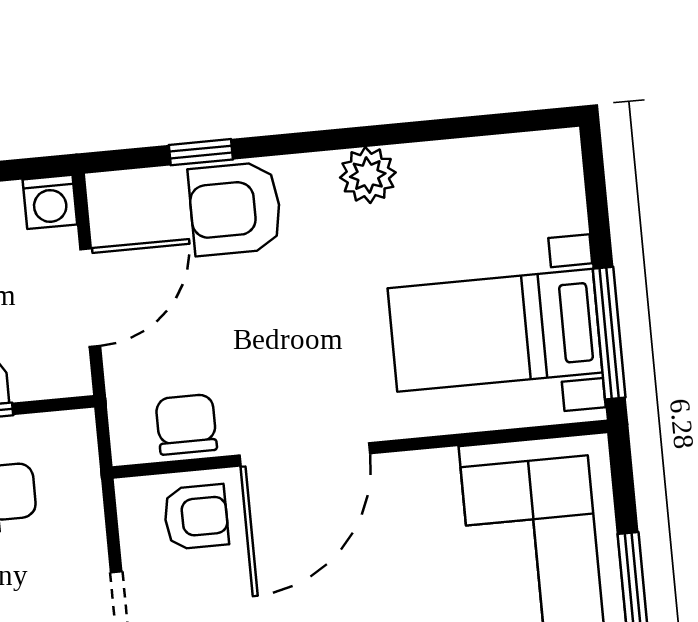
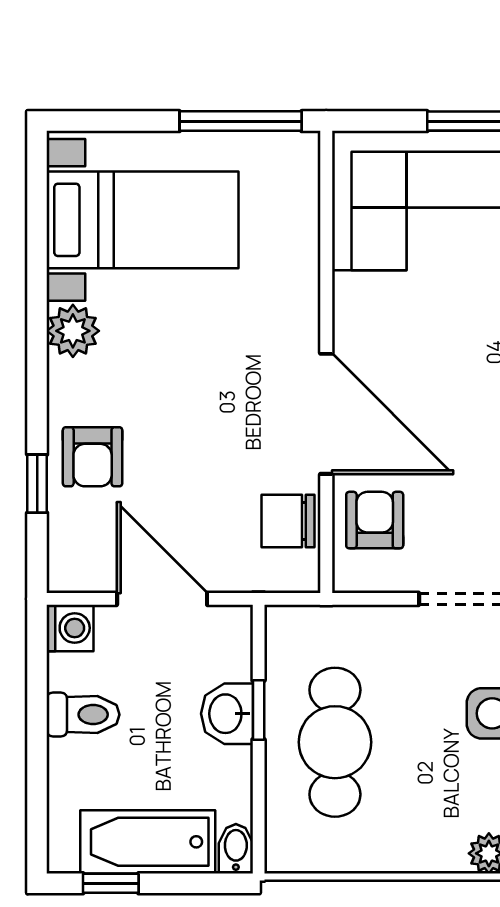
armchair: (235, 209) -> (93, 457), width x0.72, depth x0.72
bed with nightstands: (495, 330) -> (143, 220), moved, turned -90

